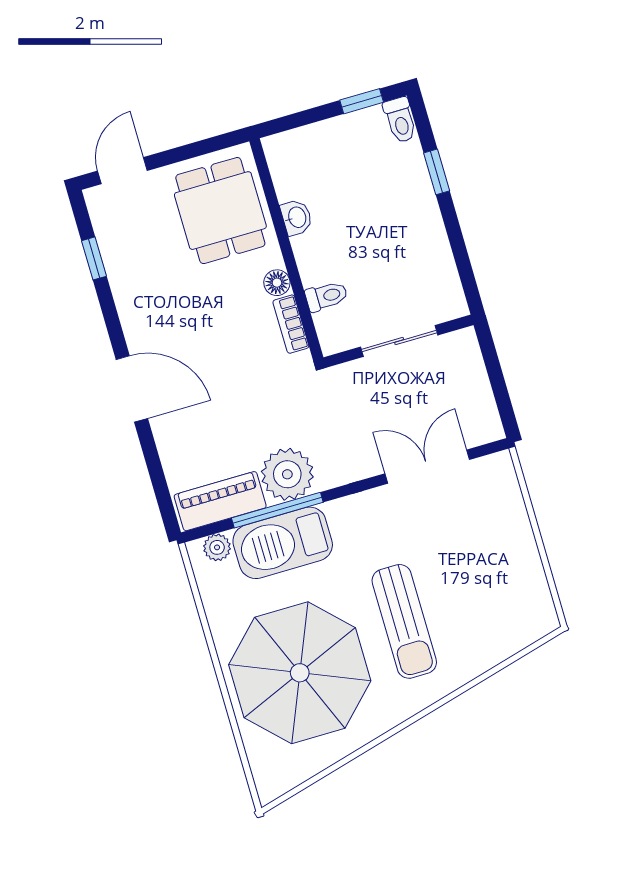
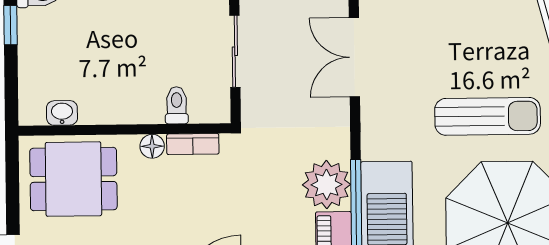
washbasin: (296, 217) -> (62, 113), moved

